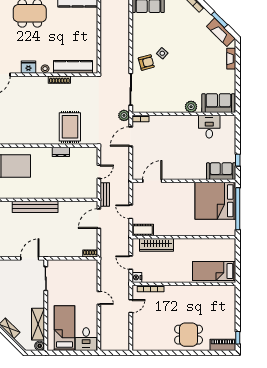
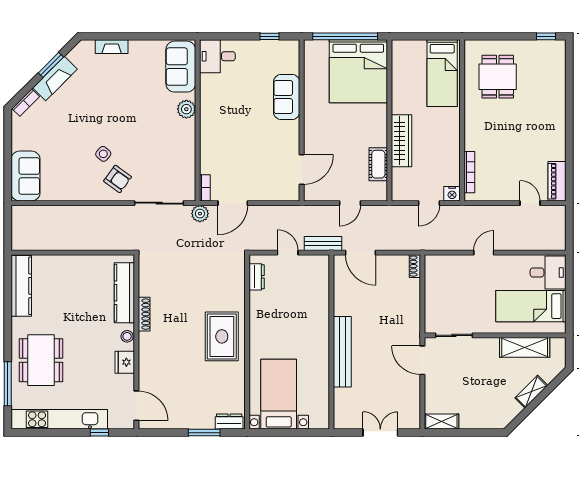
fireplace: (221, 32) -> (55, 78), moved
armchair: (146, 63) -> (118, 179), turned 141
rug: (70, 127) -> (222, 336), moved, turned 90
desk: (209, 127) -> (217, 56), moved
door: (131, 137) -> (233, 203), hinge flipped
dresser: (61, 152) -> (257, 277), moved
sofa: (221, 171) -> (287, 97), moved
door: (152, 181) -> (302, 169), swing flipped
bed: (215, 201) -> (358, 71), moved
cot: (143, 230) -> (378, 164), moved
wardrobe: (157, 245) -> (401, 141), moved
door: (131, 306) -> (530, 203), moved
dining table: (189, 335) -> (498, 77), moved
piano: (223, 345) -> (557, 181), moved
boiler: (40, 346) -> (558, 345), removed

